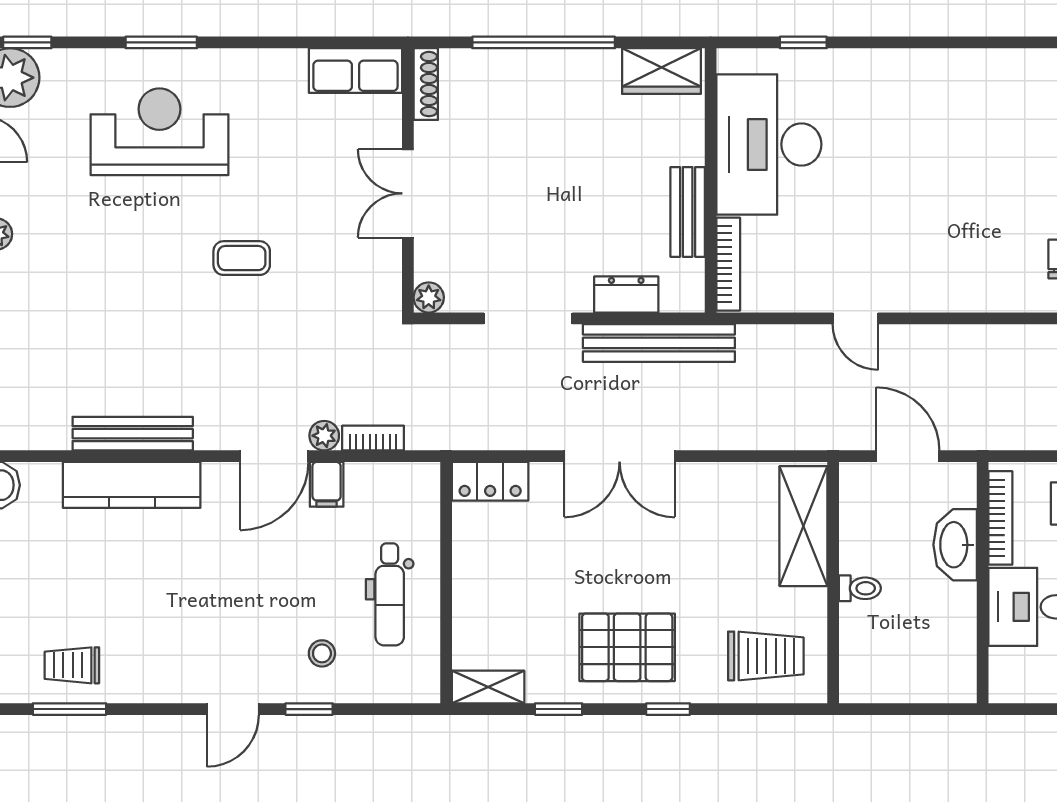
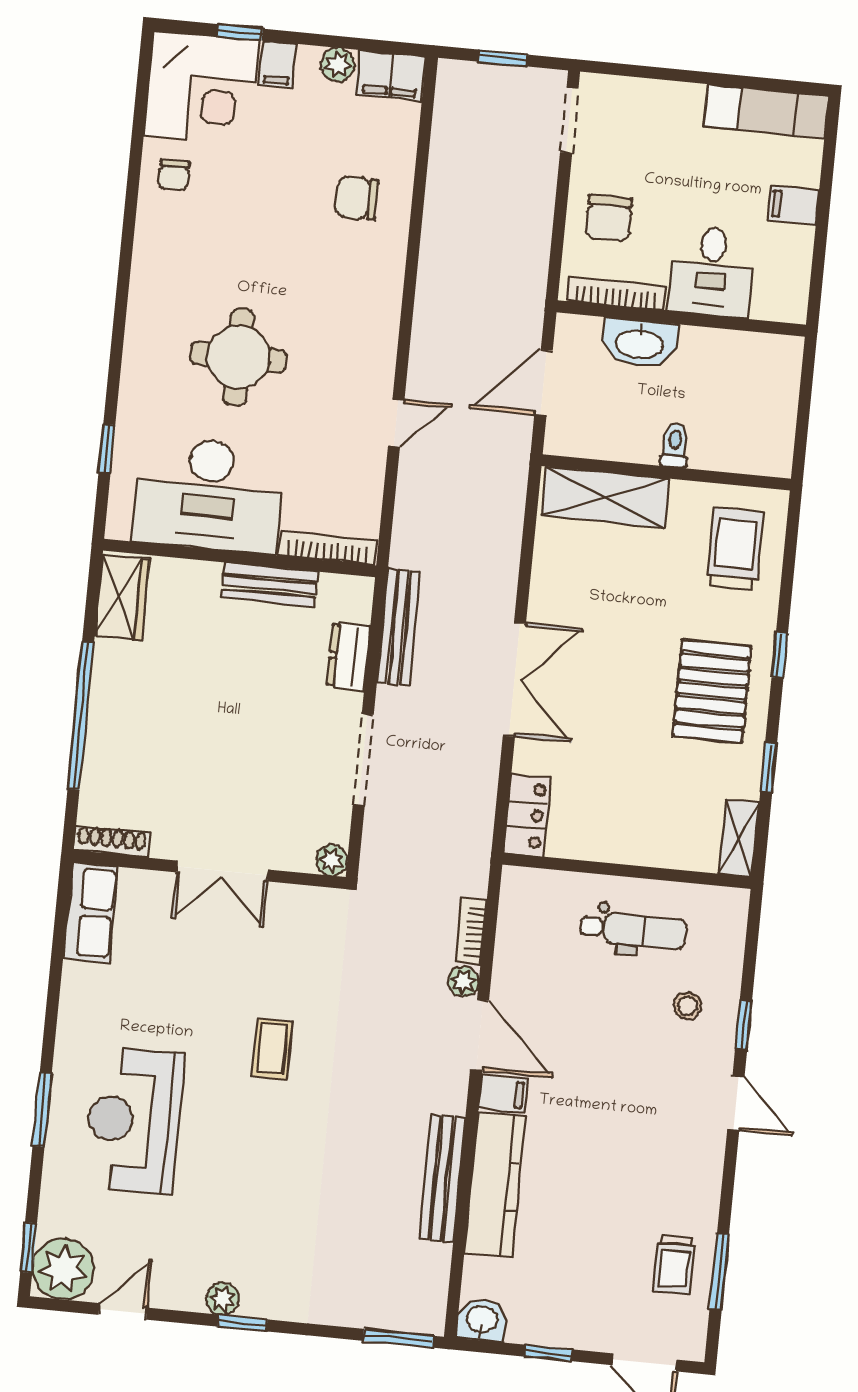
round table: (904, 160) -> (238, 357), added
bench: (659, 343) -> (398, 627), width x0.73, depth x0.82
filing cabinet: (327, 484) -> (503, 1094), moved

